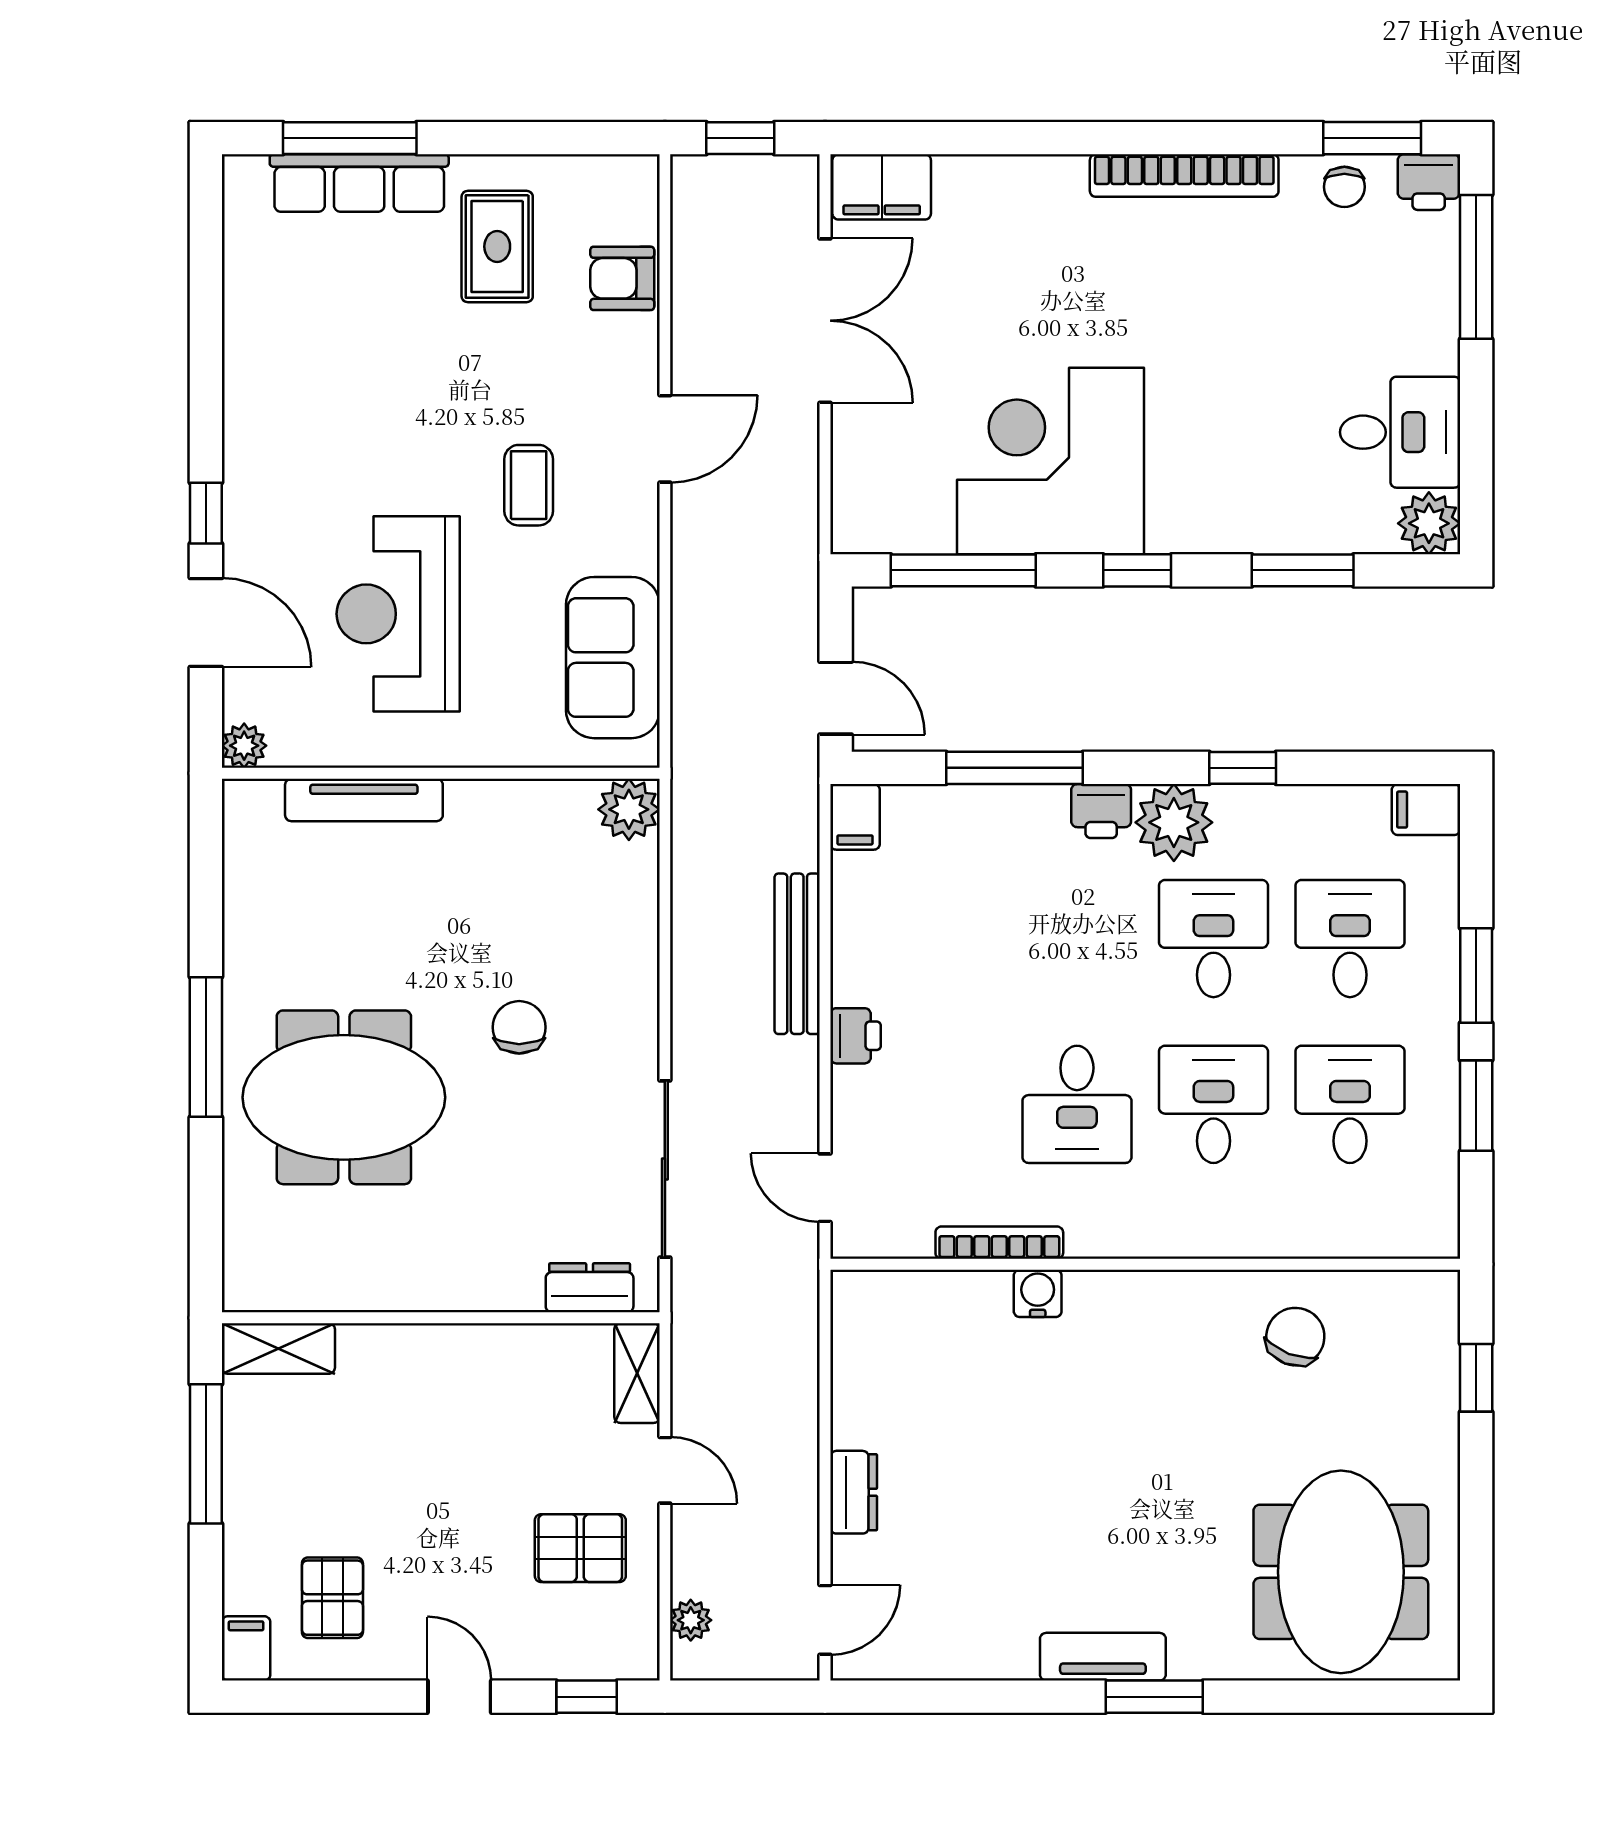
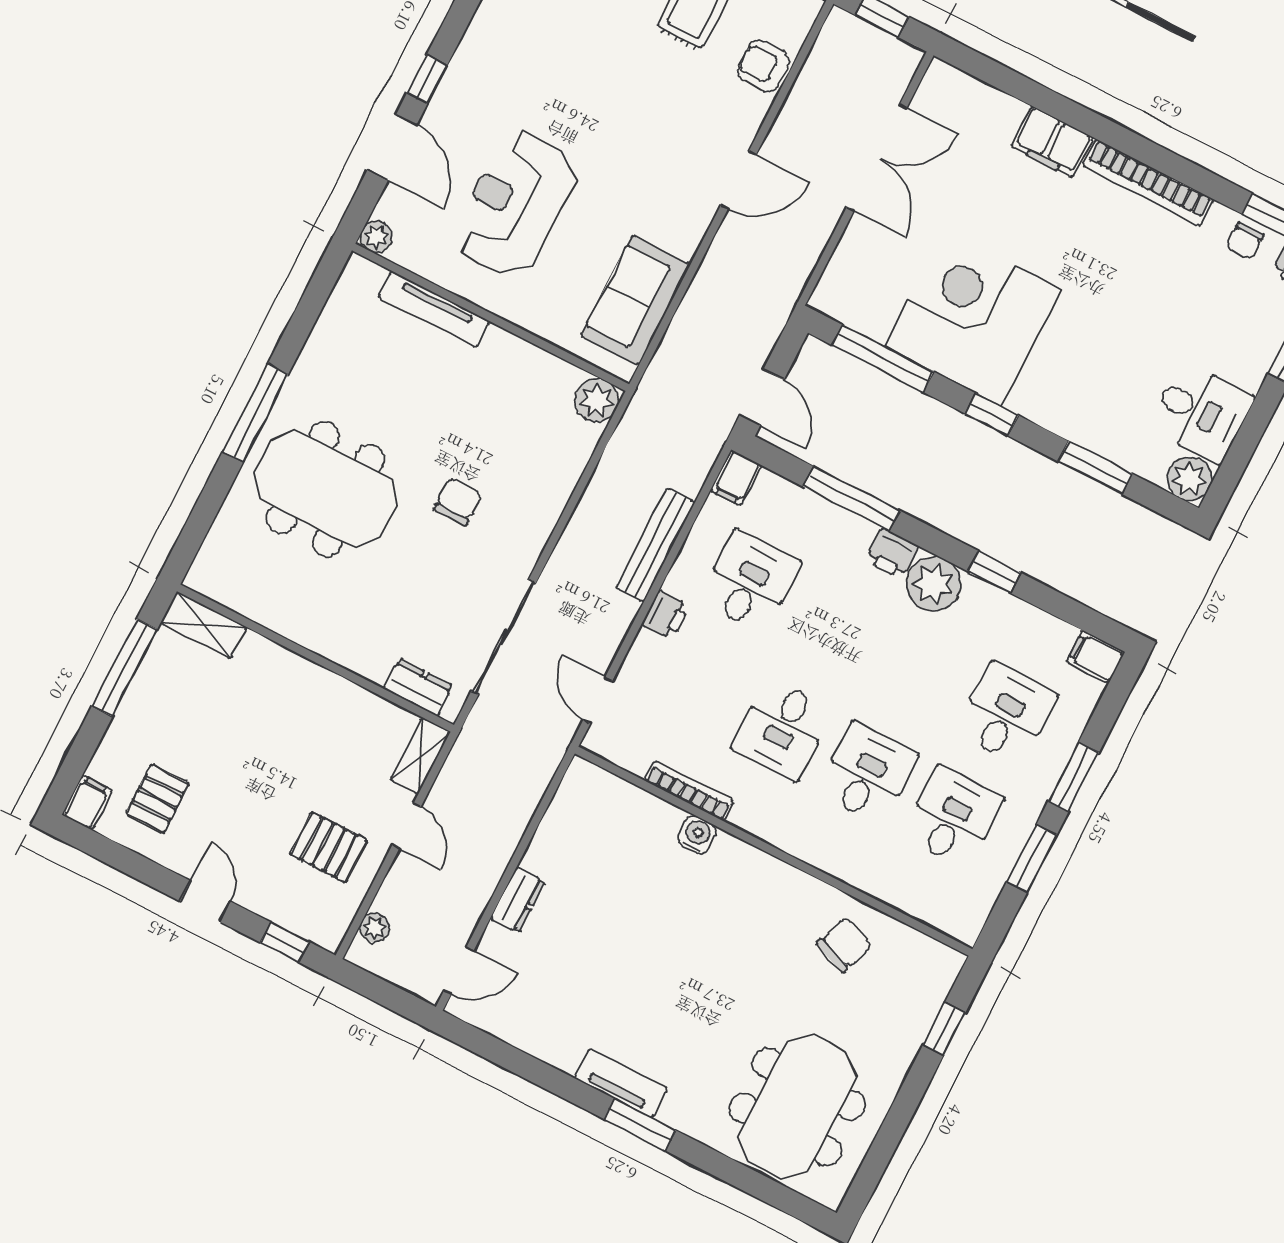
filing cabinet: (882, 187) -> (1052, 142), moved
coffee table: (529, 485) -> (638, 165), removed
desk: (1213, 939) -> (750, 582), moved

